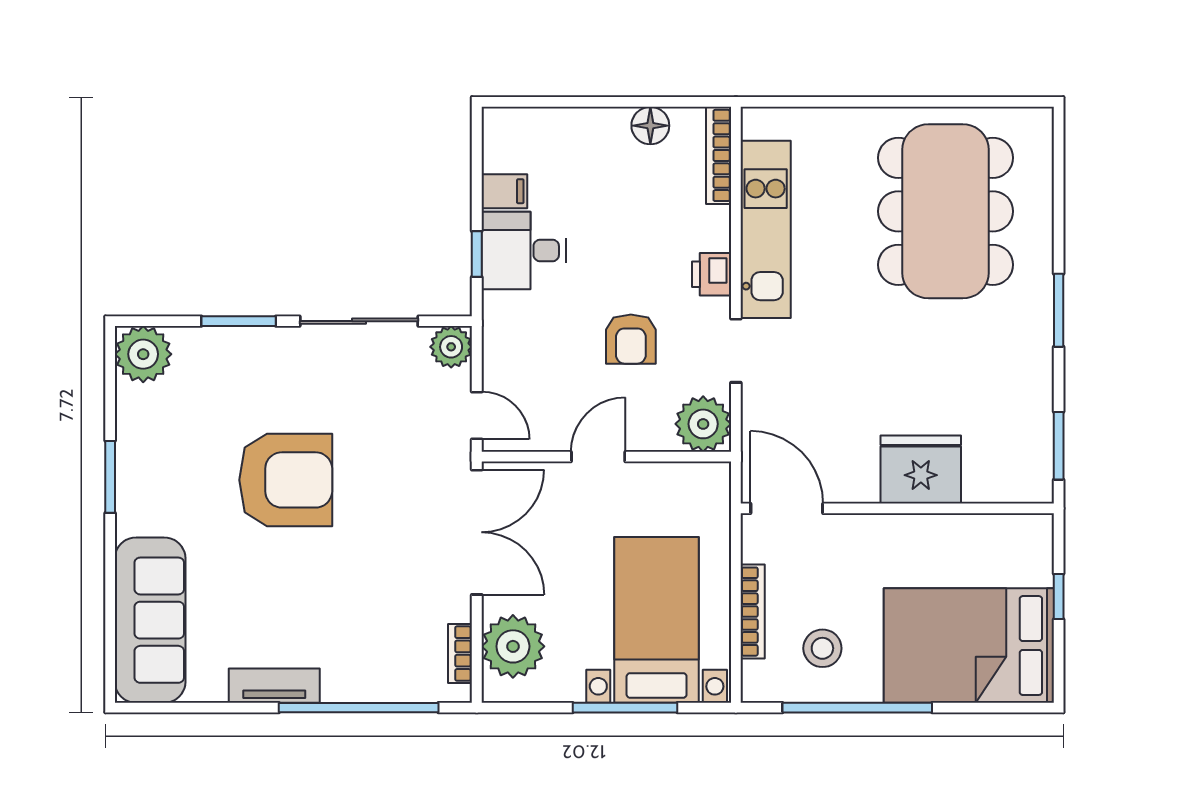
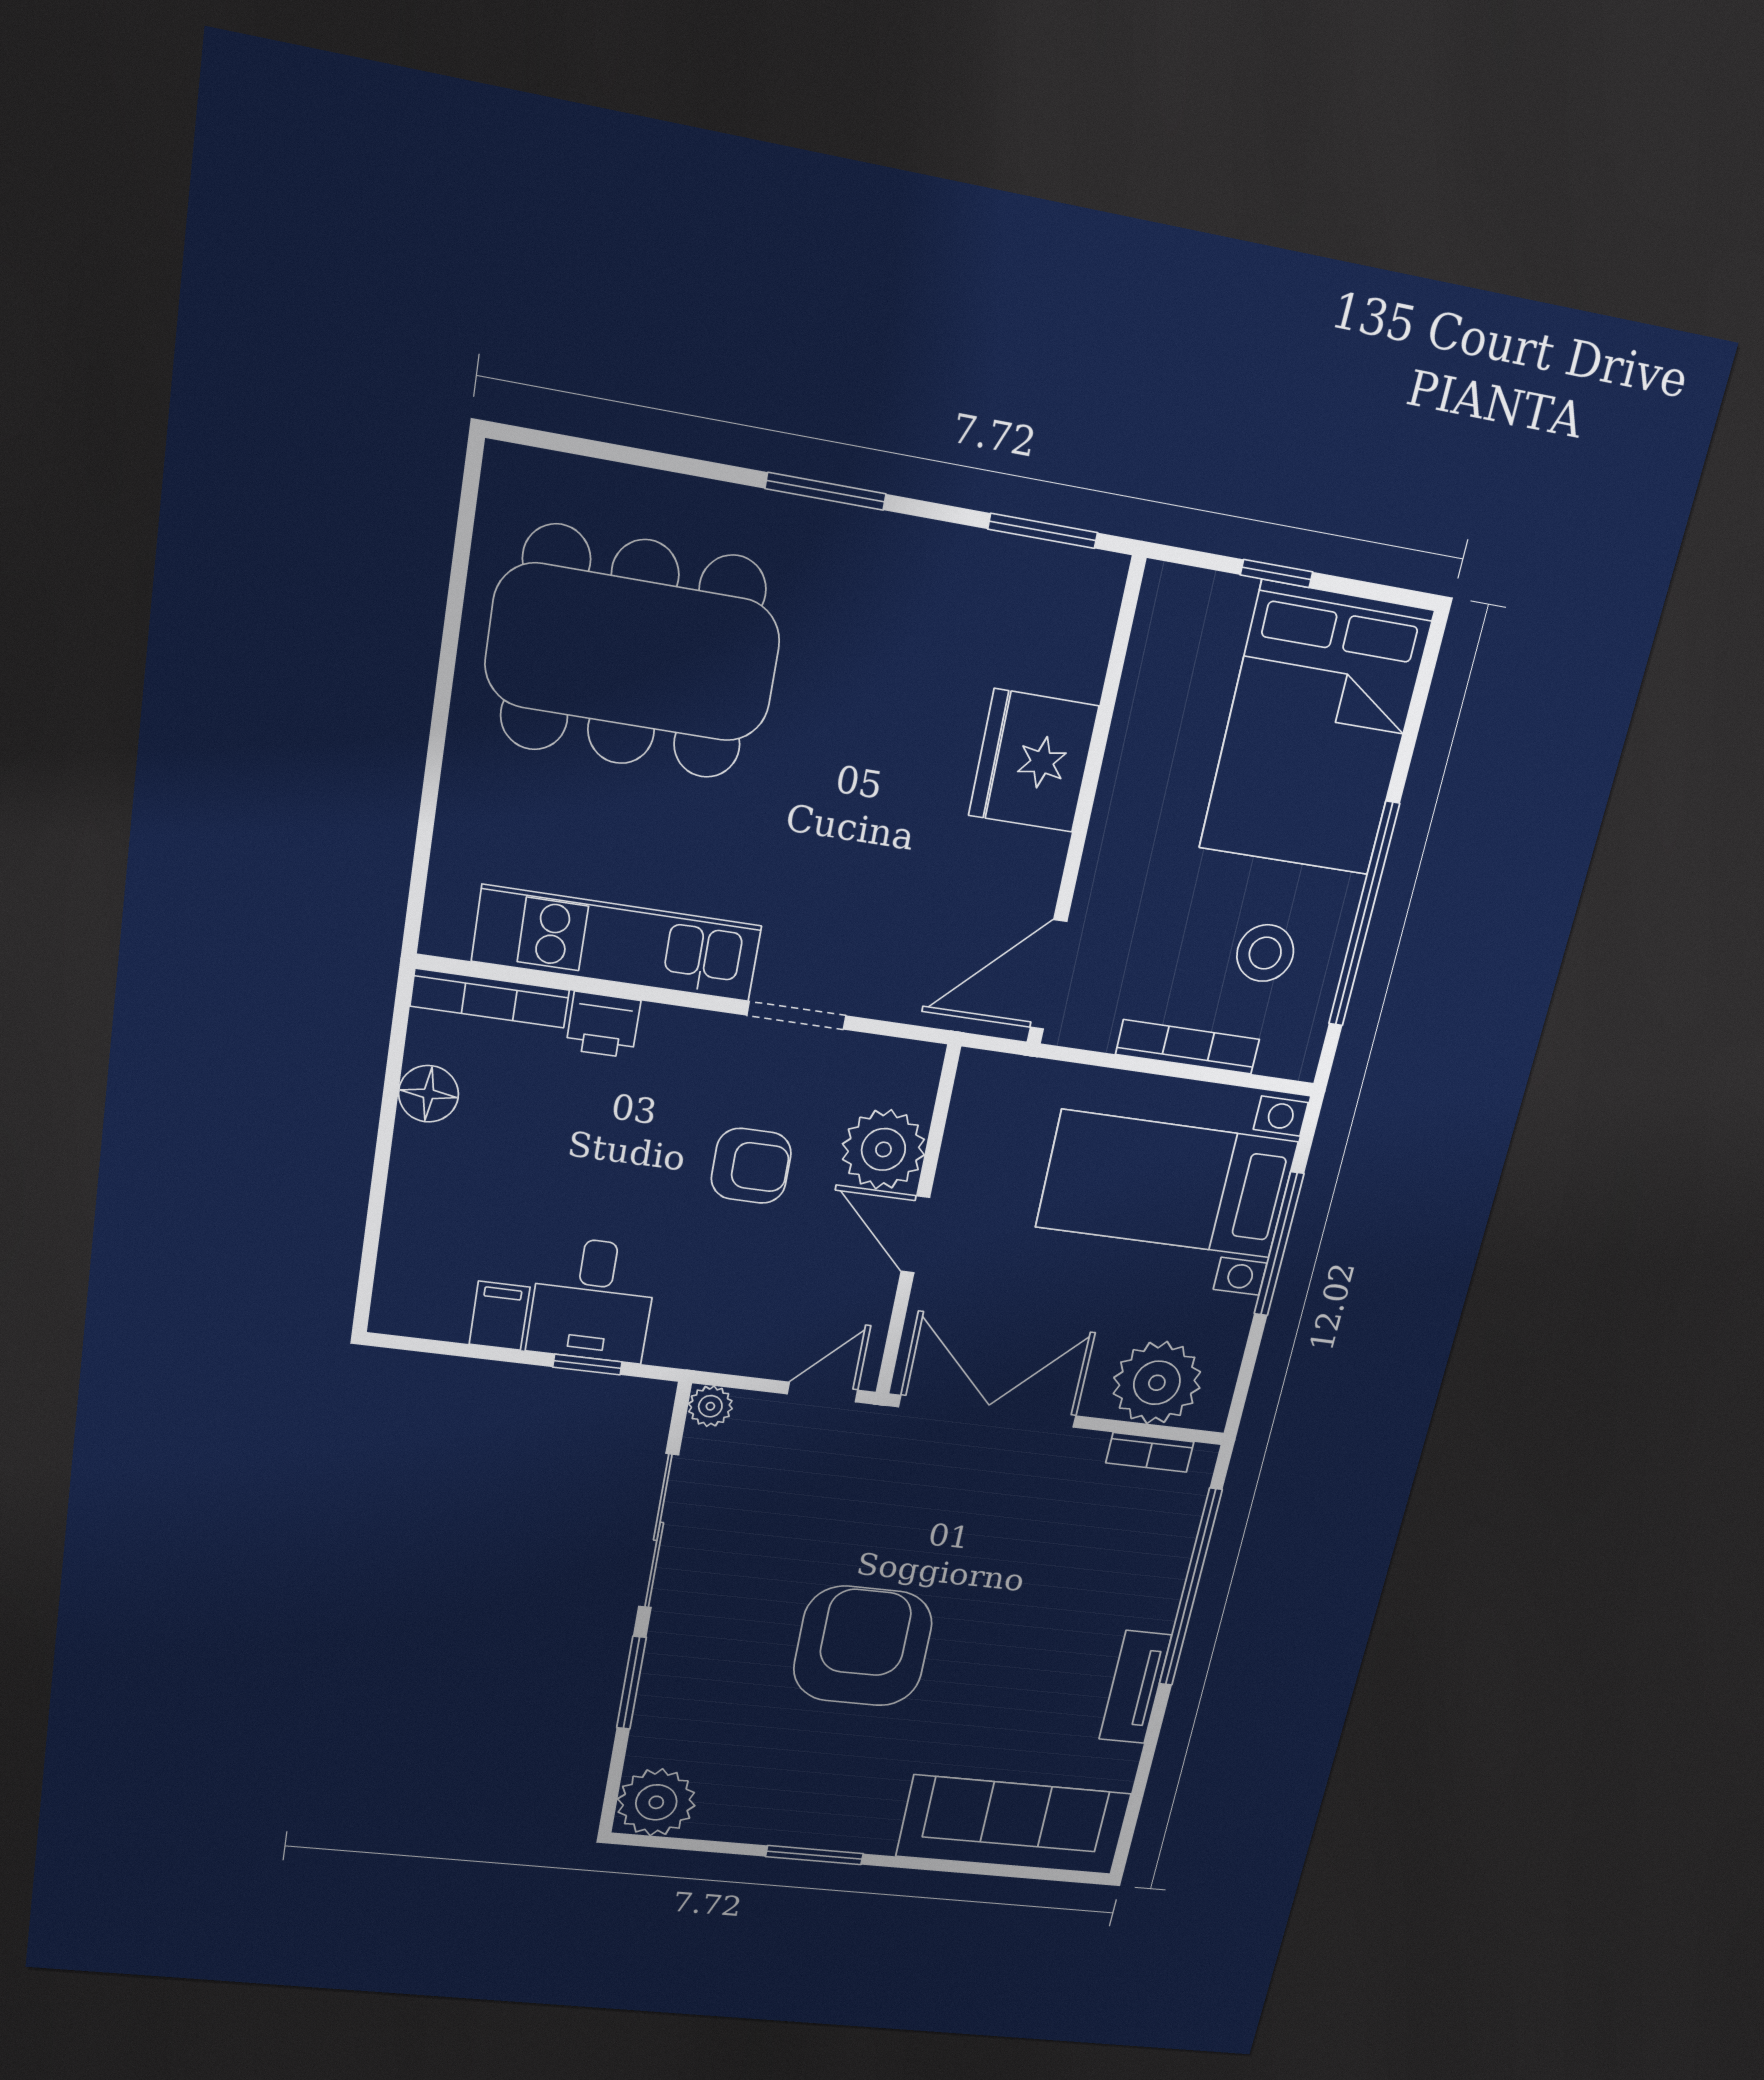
printer: (712, 274) -> (603, 1025), moved
plant: (451, 347) -> (710, 1406), width x0.73, depth x0.73
plant: (703, 424) -> (883, 1149), moved

